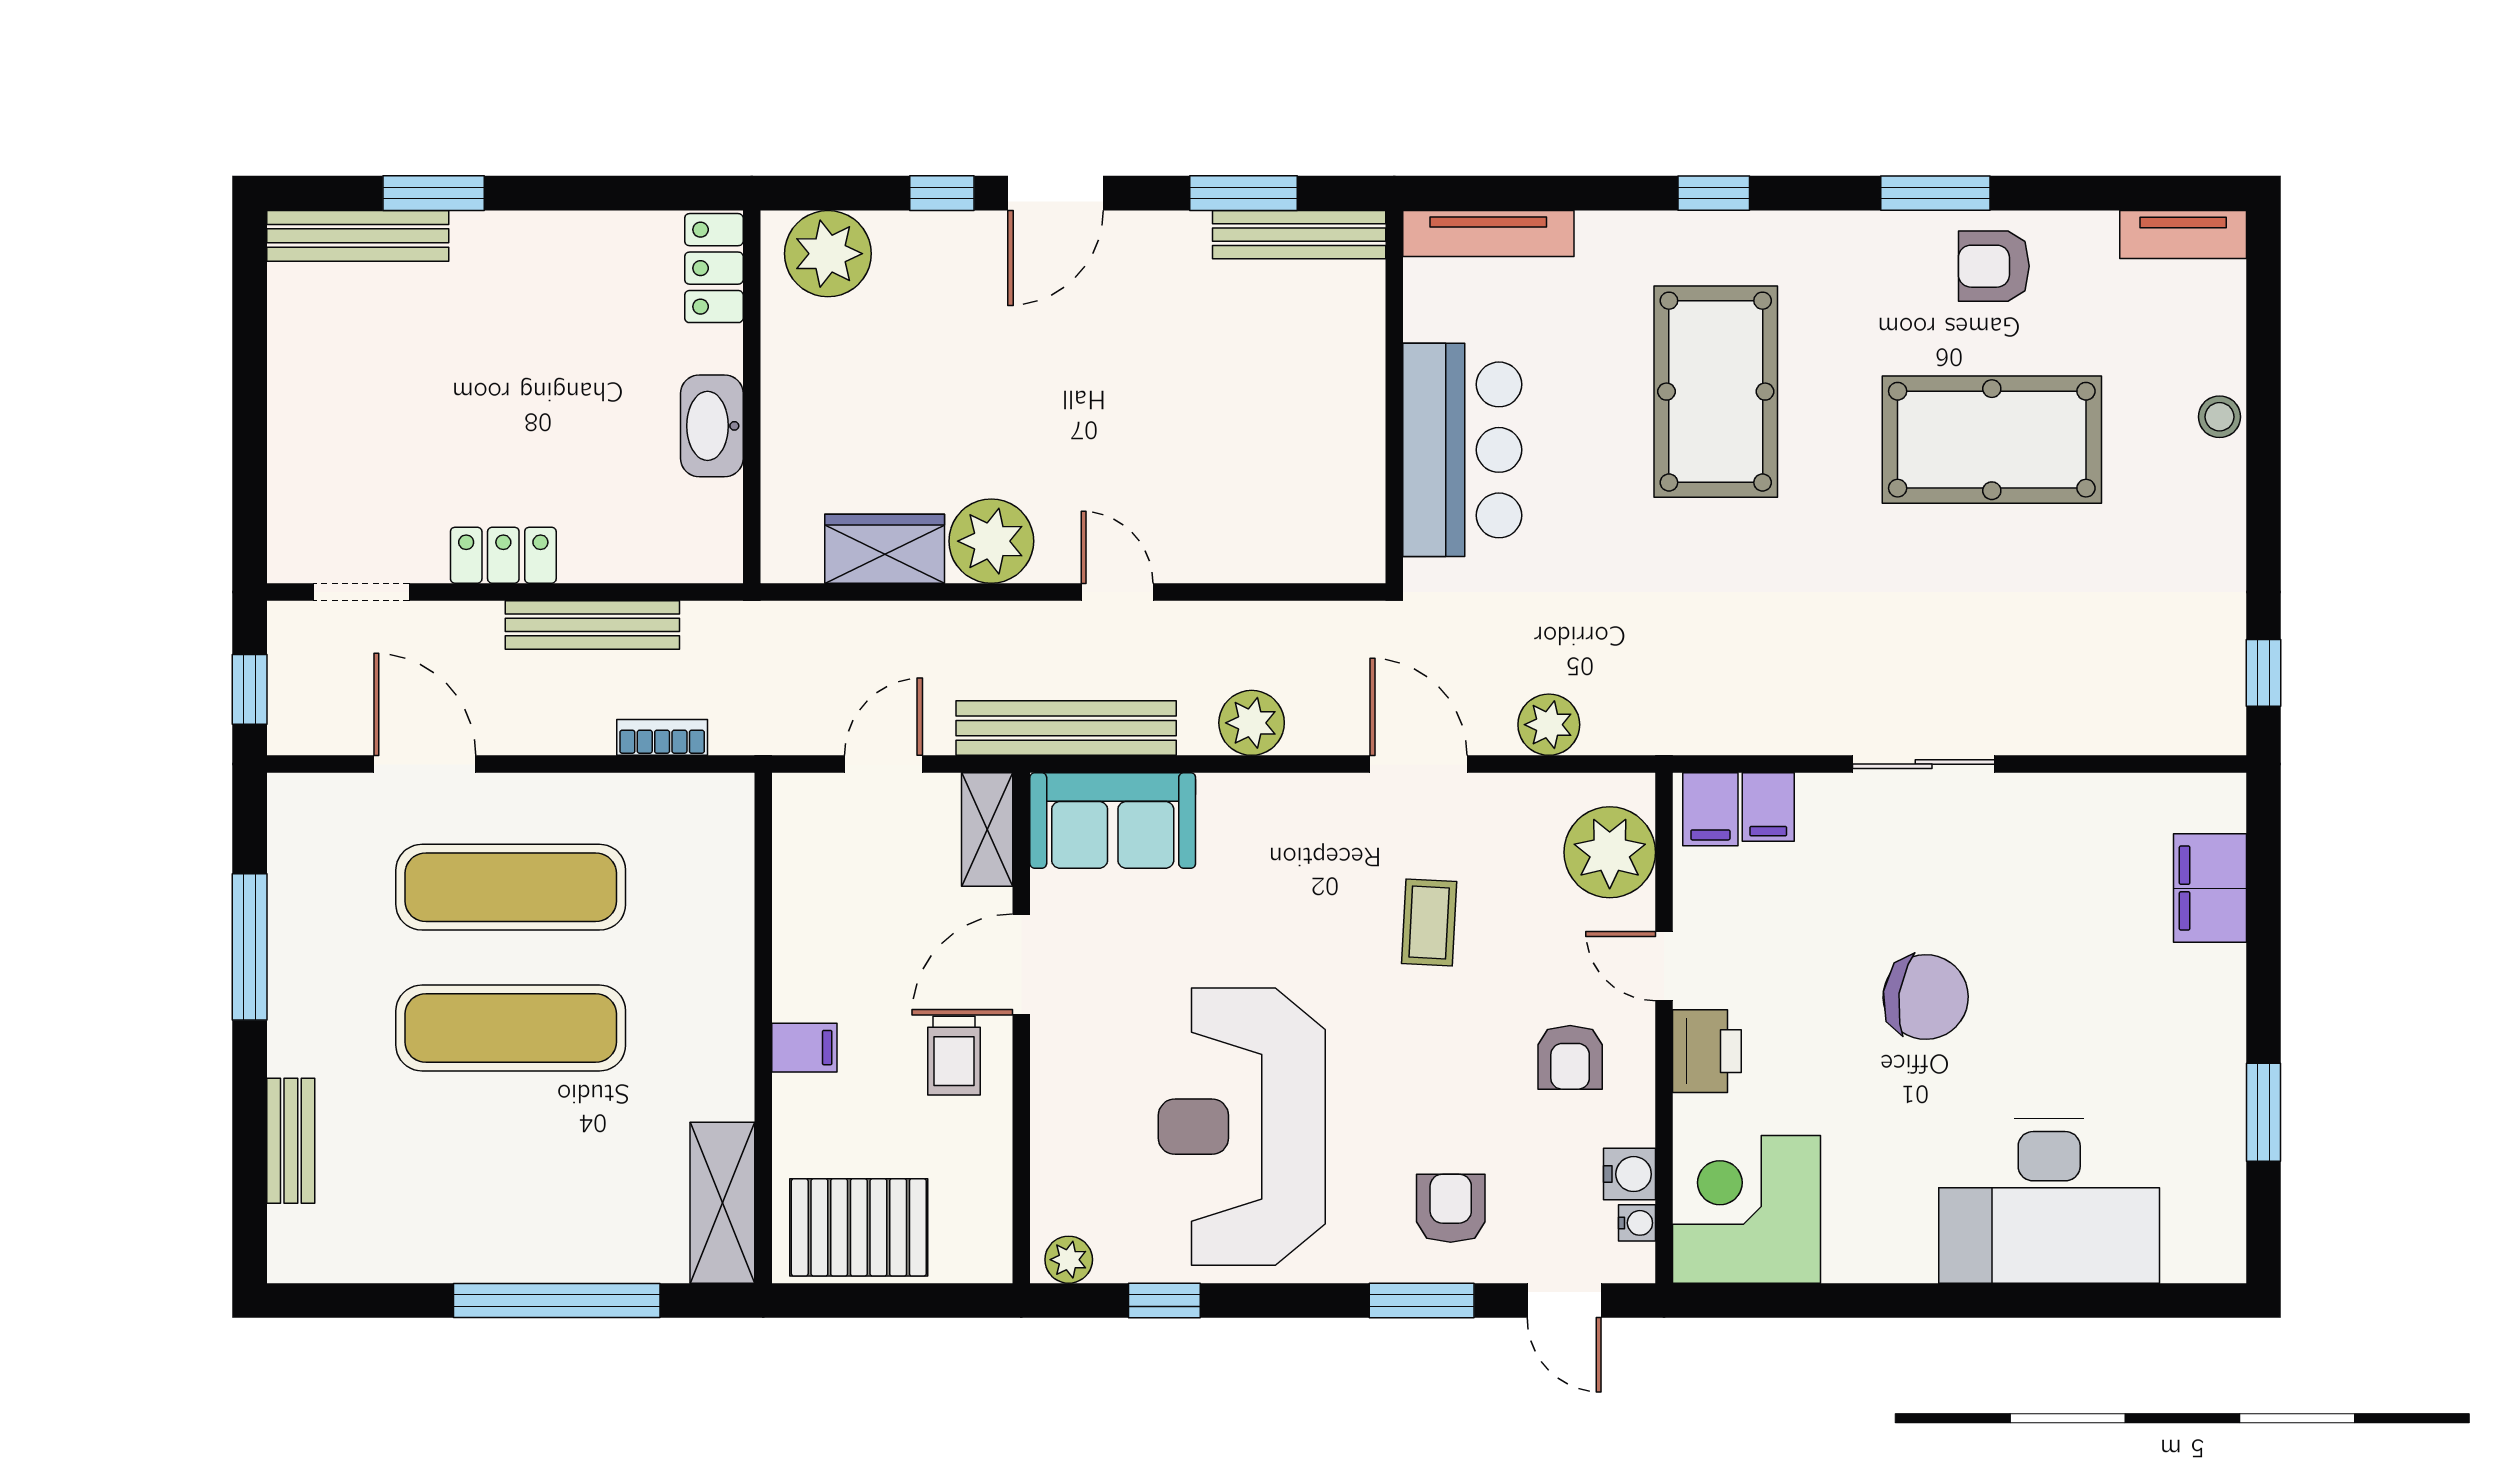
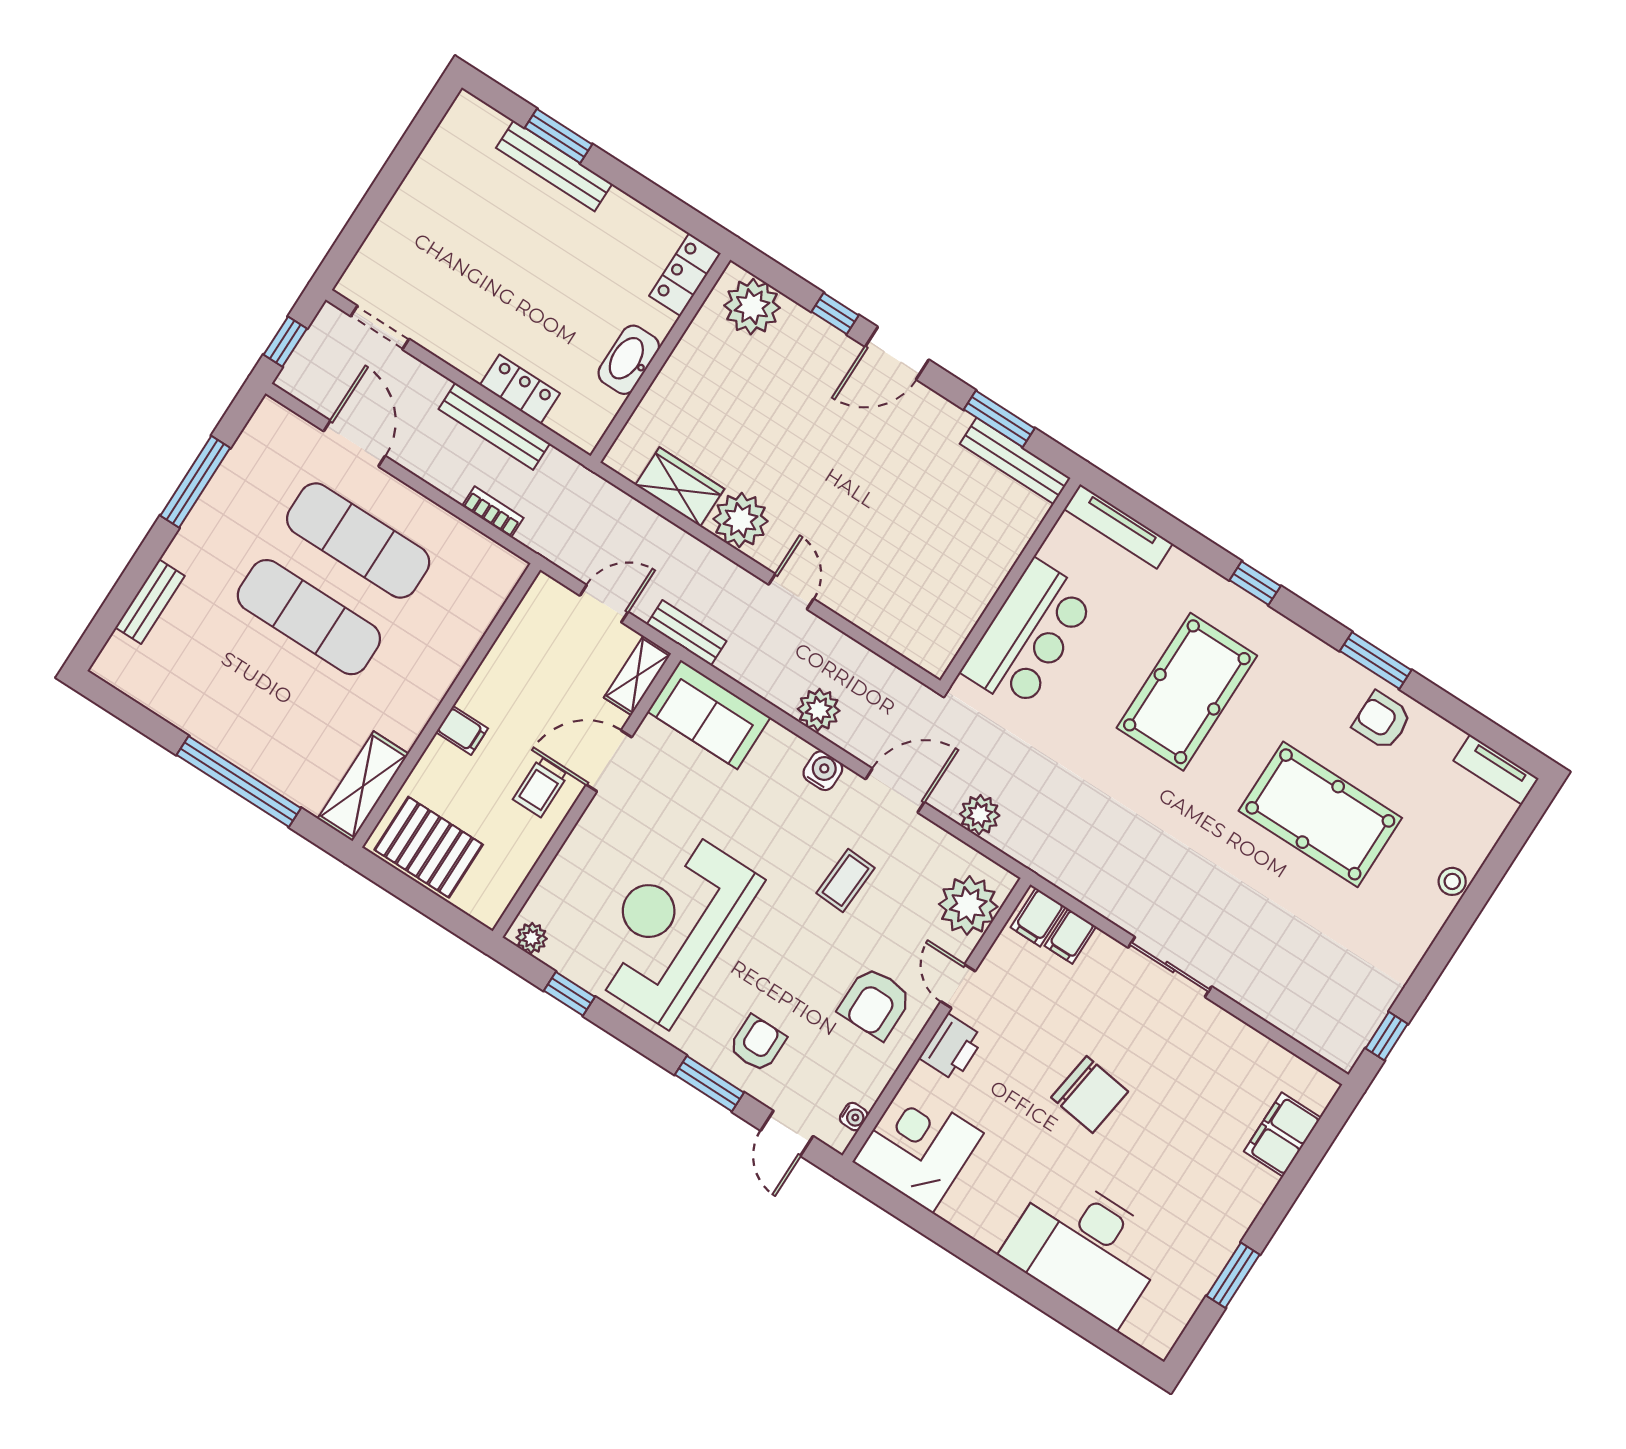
bench: (358, 236) -> (554, 166), moved
locker: (503, 555) -> (520, 389), moved
bench: (1066, 728) -> (687, 633), width x0.54, depth x0.82
door: (1418, 764) -> (895, 791), hinge flipped
armchair: (1570, 1057) -> (875, 1003), width x1.38, depth x1.38
water cooler: (1629, 1174) -> (823, 771), moved, turned -90

